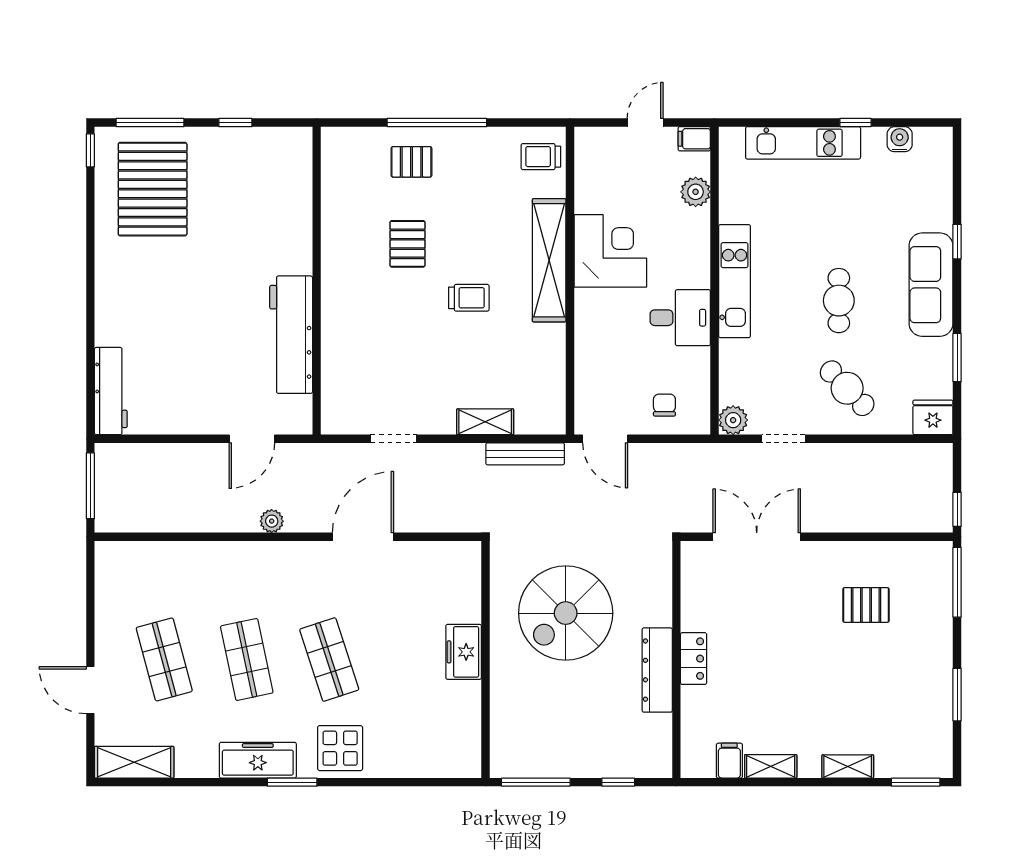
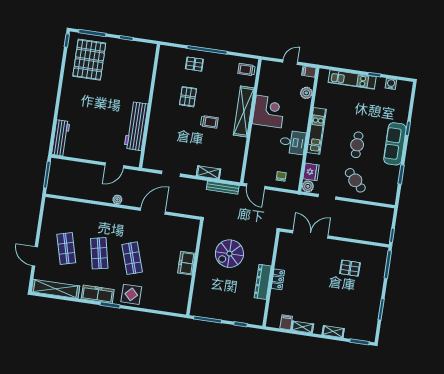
fridge: (933, 417) -> (311, 172), moved, turned 90
spiral stairs: (566, 613) -> (229, 254), width x0.73, depth x0.73
shelving: (134, 762) -> (55, 289), width x1.47

